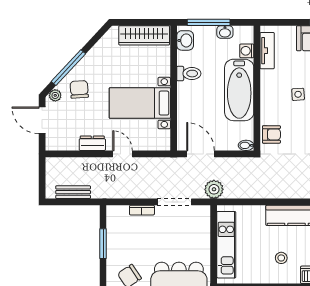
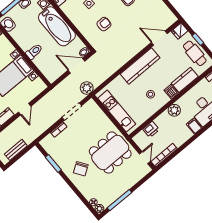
toilet: (189, 74) -> (34, 51), moved
armchair: (271, 134) -> (104, 24), moved
door: (123, 154) -> (25, 109), swing flipped
door: (200, 154) -> (77, 66), moved

